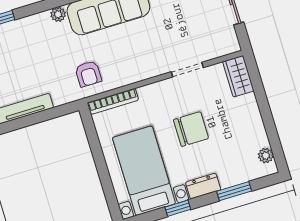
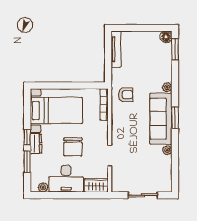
armchair: (88, 74) -> (125, 95), turned 180
desk: (242, 125) -> (66, 179), added
window: (178, 208) -> (27, 137), moved

